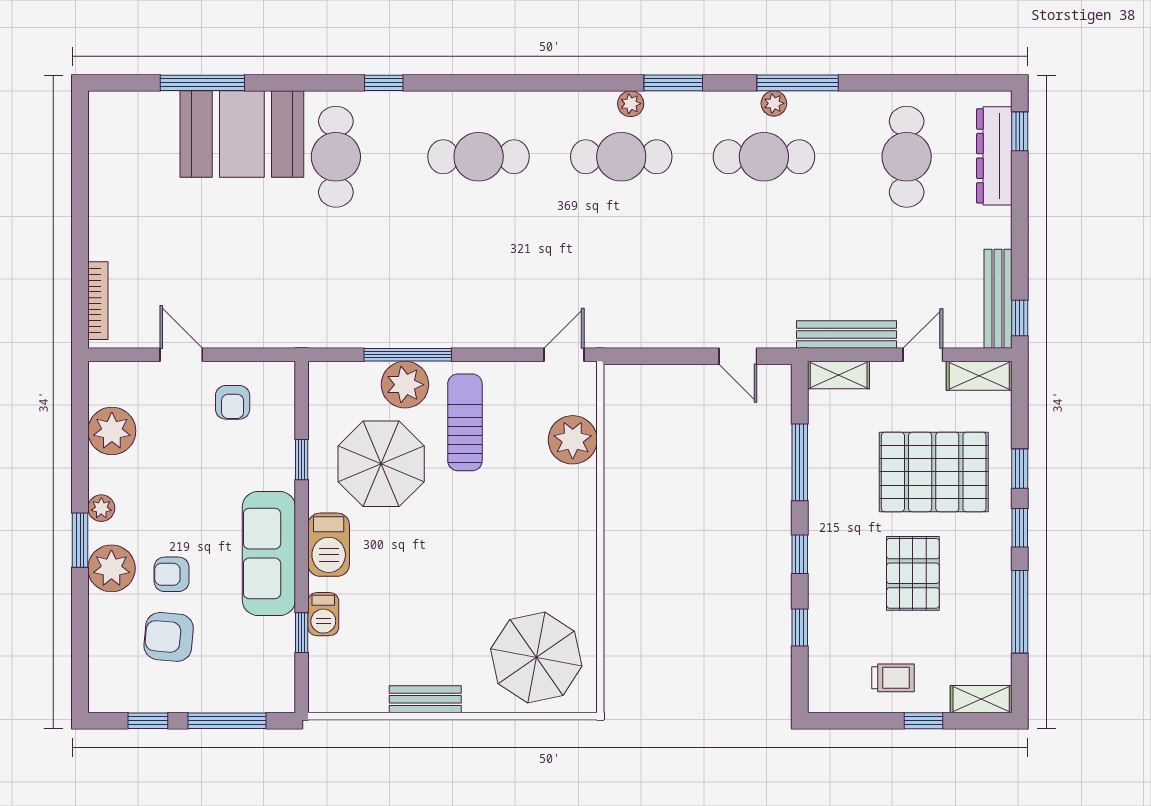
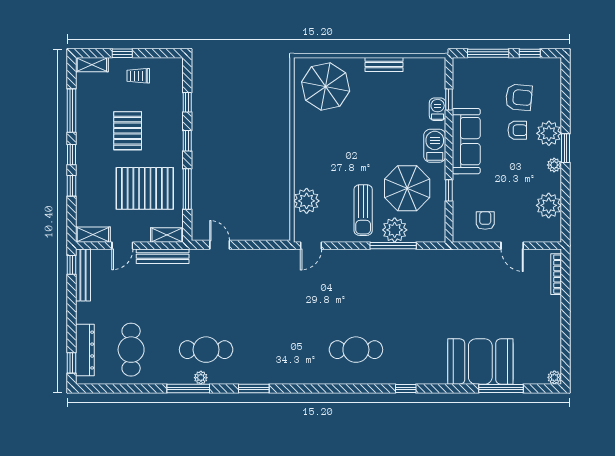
plant: (631, 104) -> (554, 377), moved
cafe table: (336, 157) -> (431, 350), removed
cafe table: (621, 157) -> (281, 350), removed
pallet: (934, 472) -> (145, 188), moved

